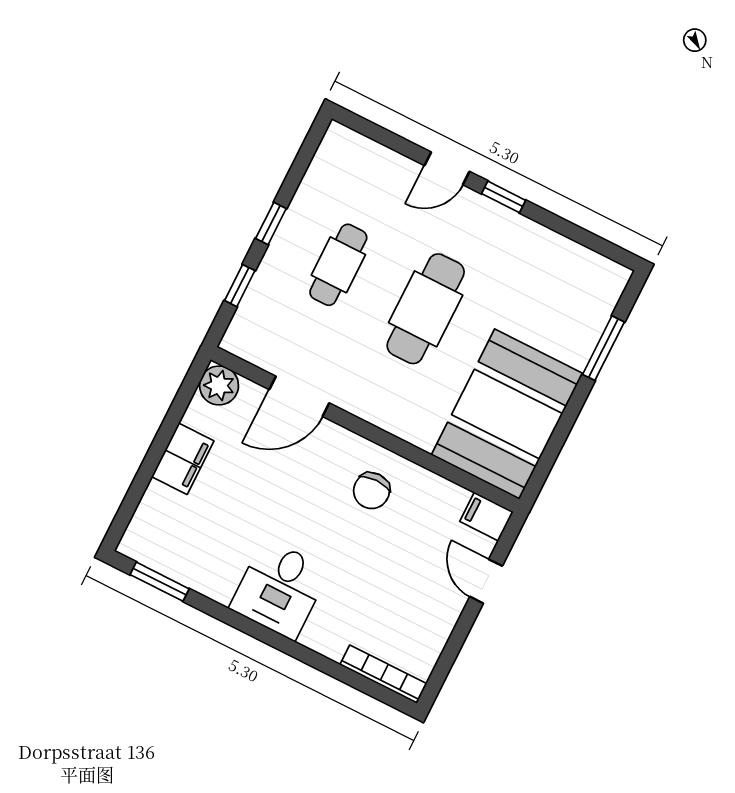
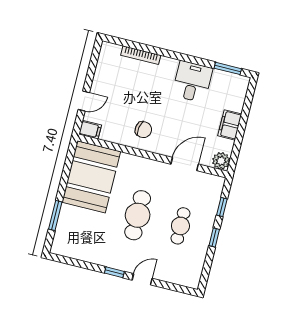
chair: (372, 491) -> (143, 130), turned 100
door: (486, 581) -> (84, 101), hinge flipped
desk: (280, 589) -> (192, 82), moved
bookcase: (383, 674) -> (141, 55), moved

